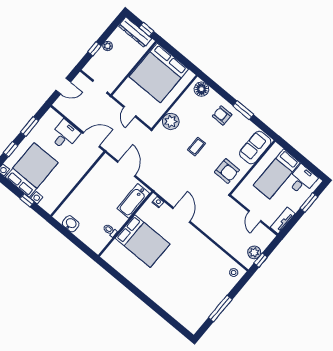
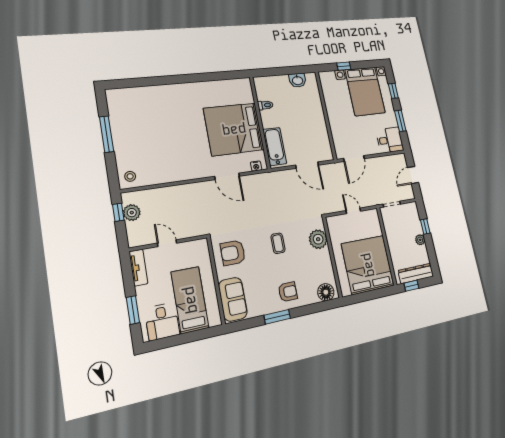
desk: (65, 135) -> (390, 140), moved, turned -90
bed: (143, 241) -> (234, 129), width x1.36

